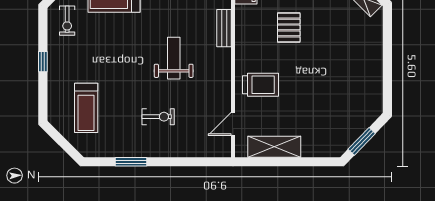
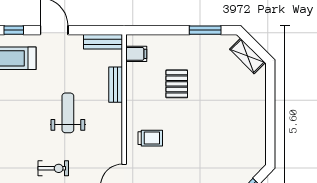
trolley: (261, 85) -> (150, 138), width x0.73, depth x0.72

